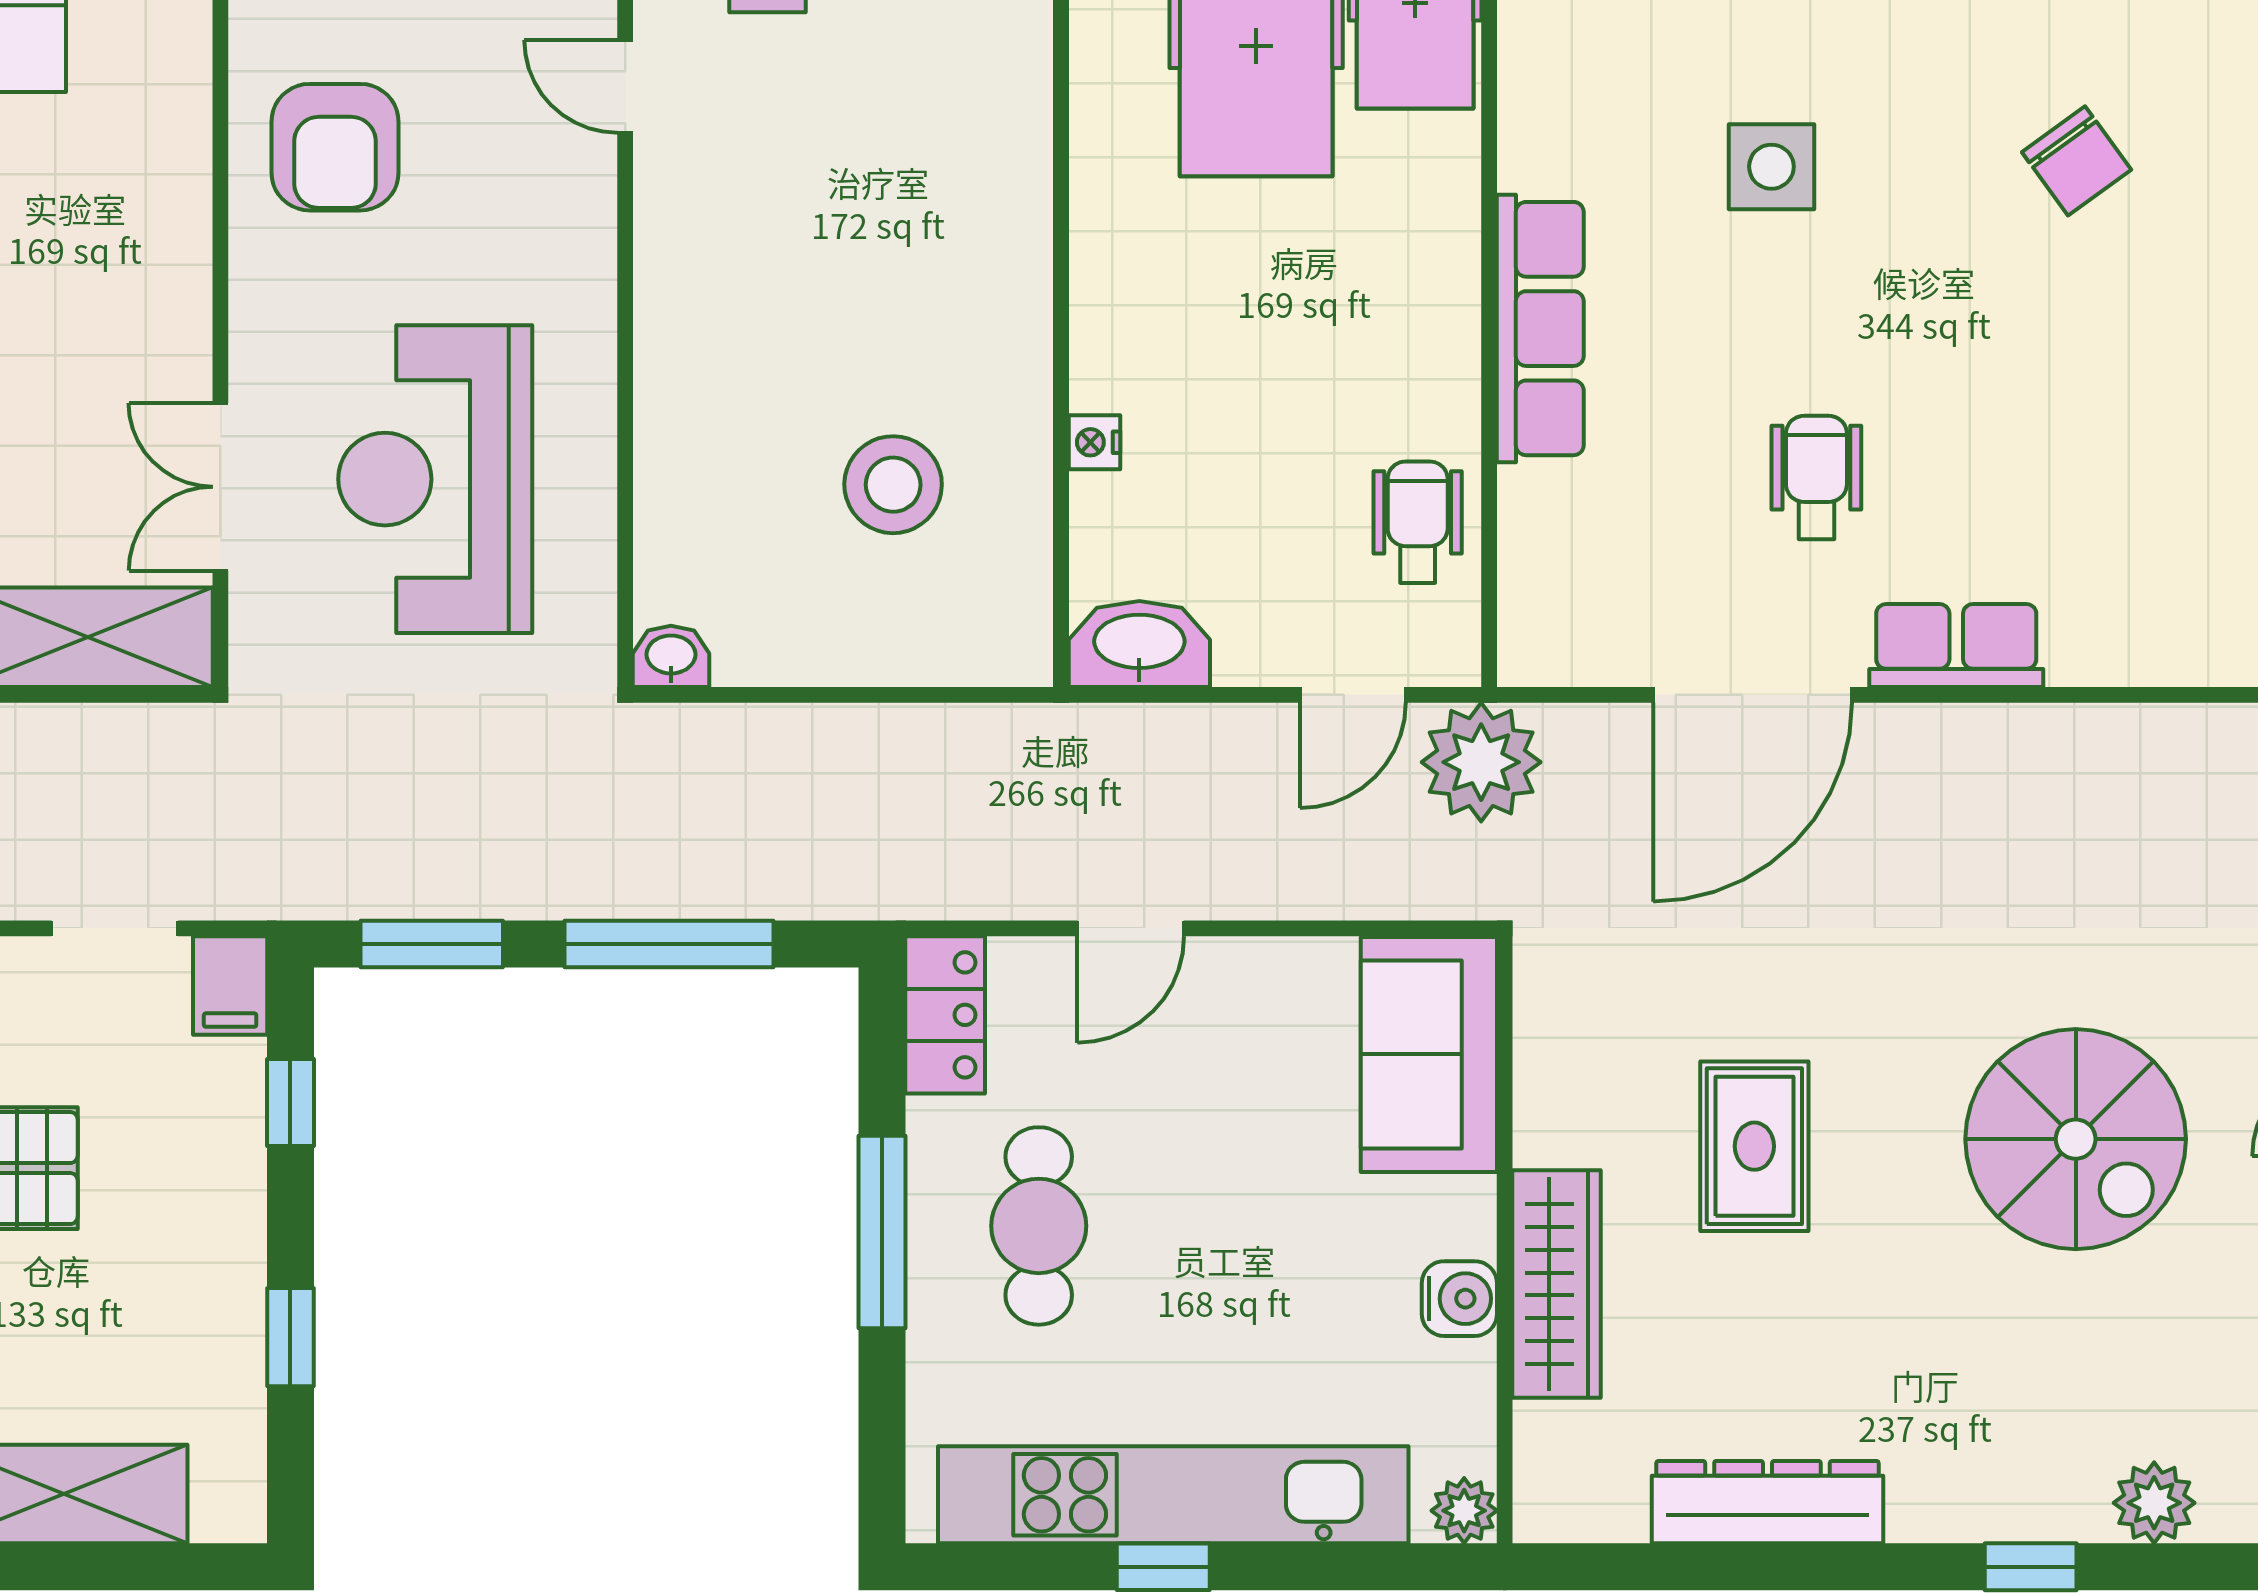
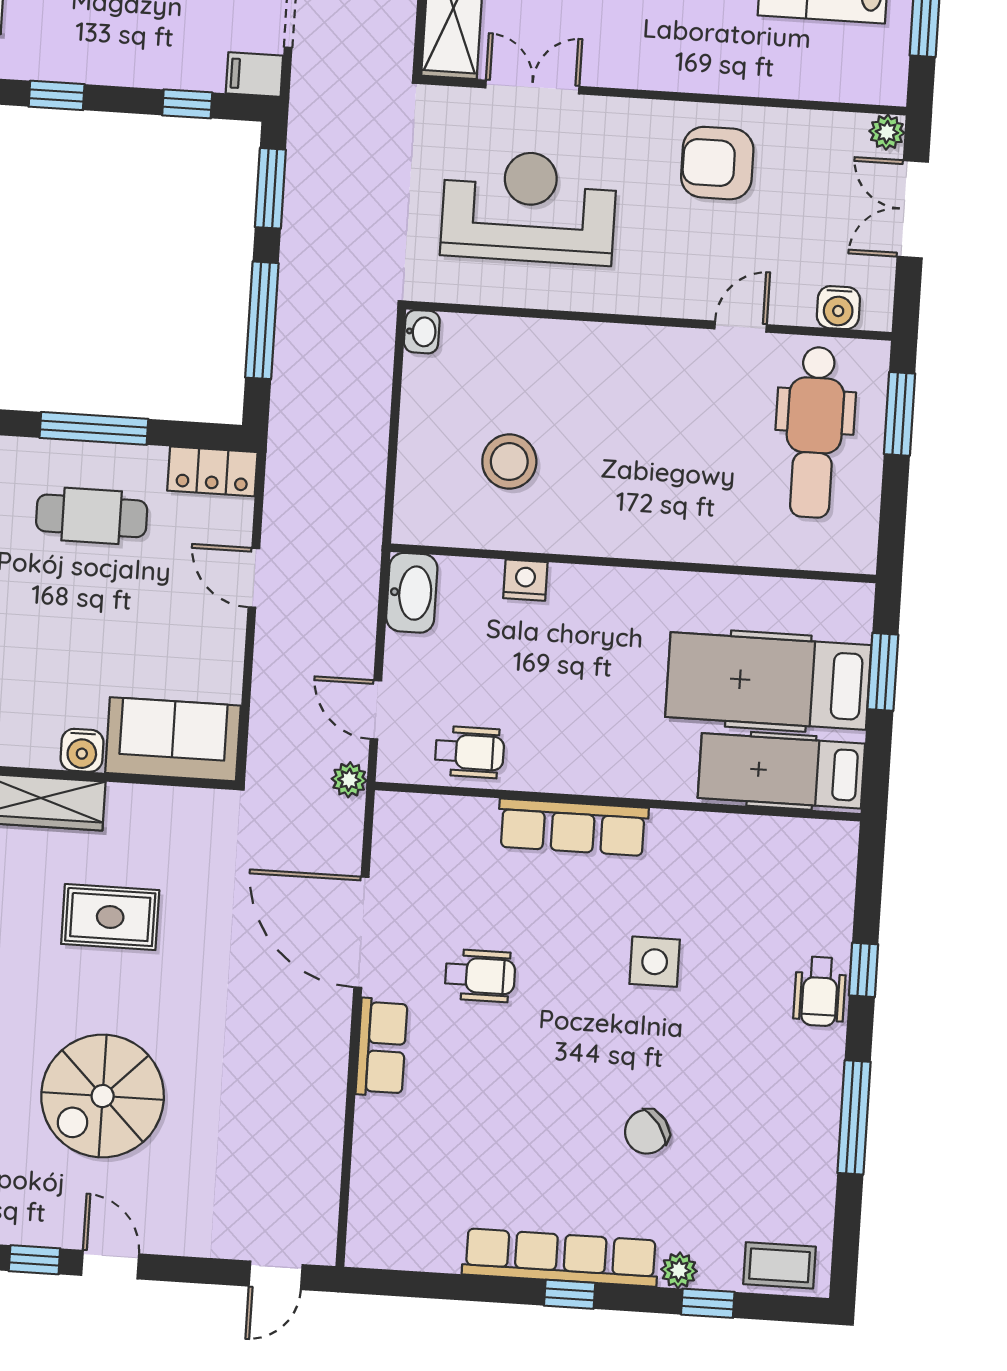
nightstand: (1094, 442) -> (525, 580), width x1.39, depth x1.35
plant: (1481, 762) -> (349, 780), width x0.53, depth x0.53
water cooler: (1459, 1299) -> (82, 750), moved

